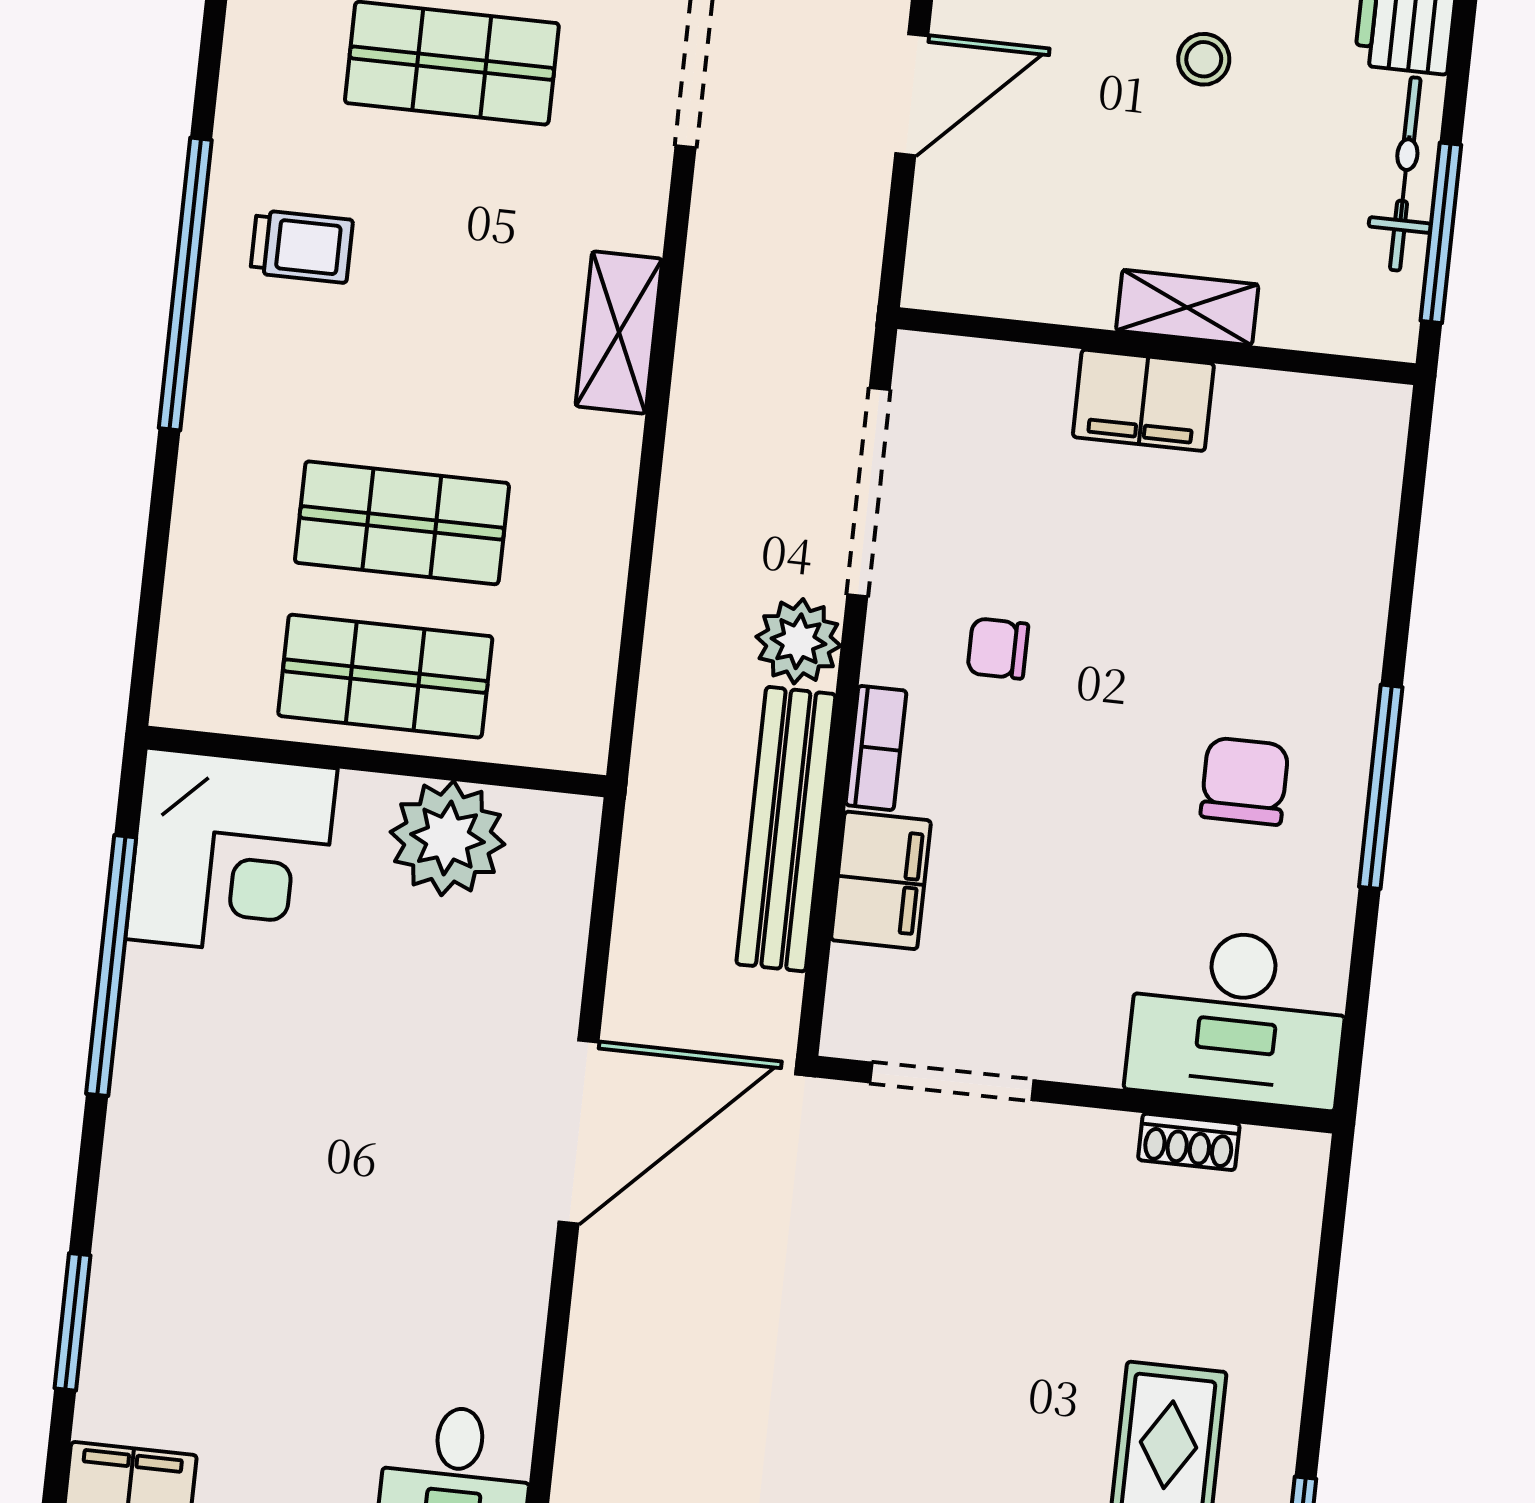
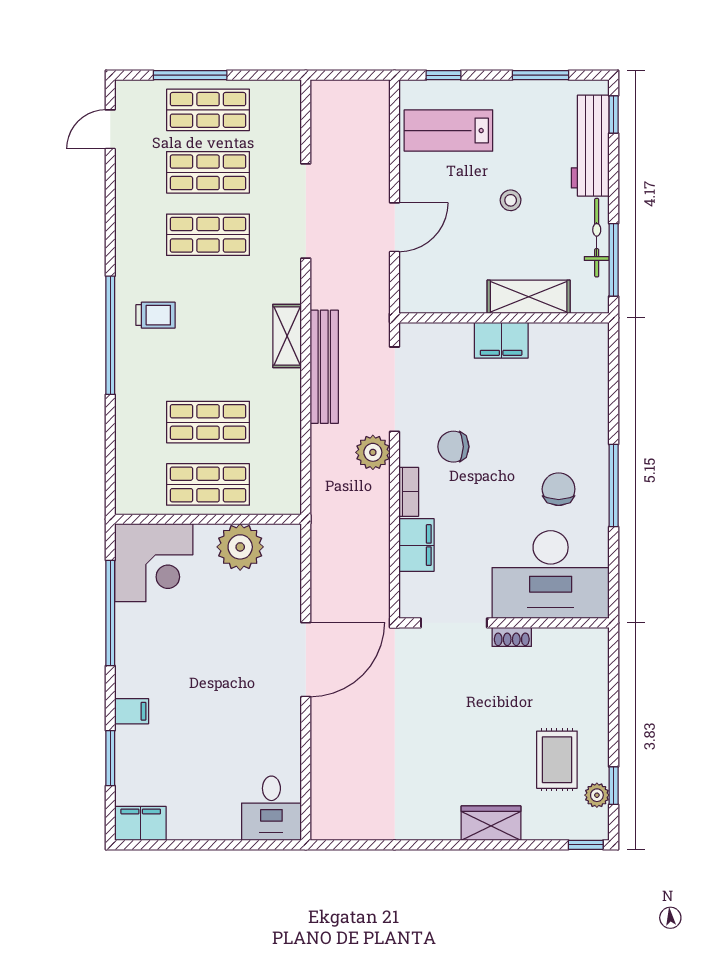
shelving: (1187, 308) -> (529, 297), width x1.50, depth x1.33
chair: (998, 649) -> (453, 447), width x1.37, depth x1.37
bench: (786, 829) -> (324, 367), moved
desk: (1238, 1018) -> (551, 575), width x1.36, depth x1.30
shoe rack: (1189, 1142) -> (512, 637), moved
filing cabinet: (137, 1212) -> (132, 711), added

